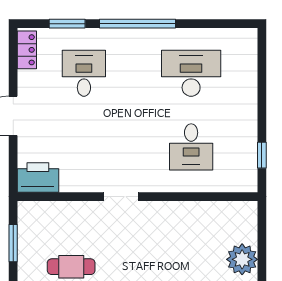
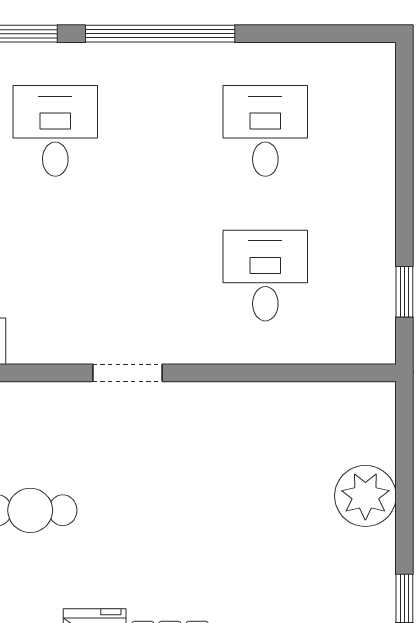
desk: (191, 73) -> (265, 131), width x0.73
desk: (191, 147) -> (265, 276), turned 180

